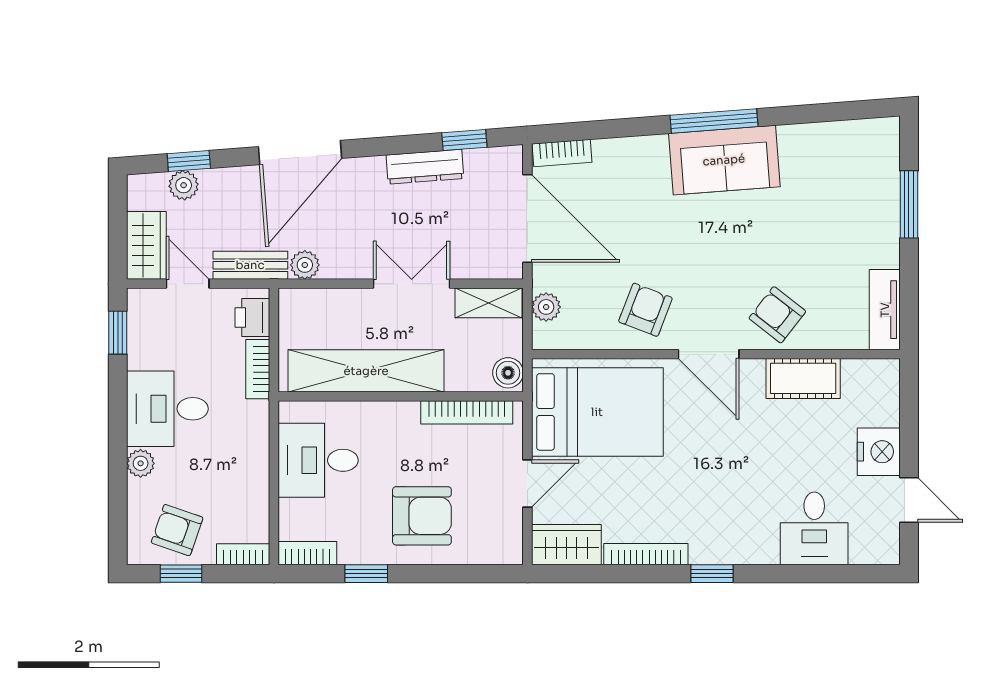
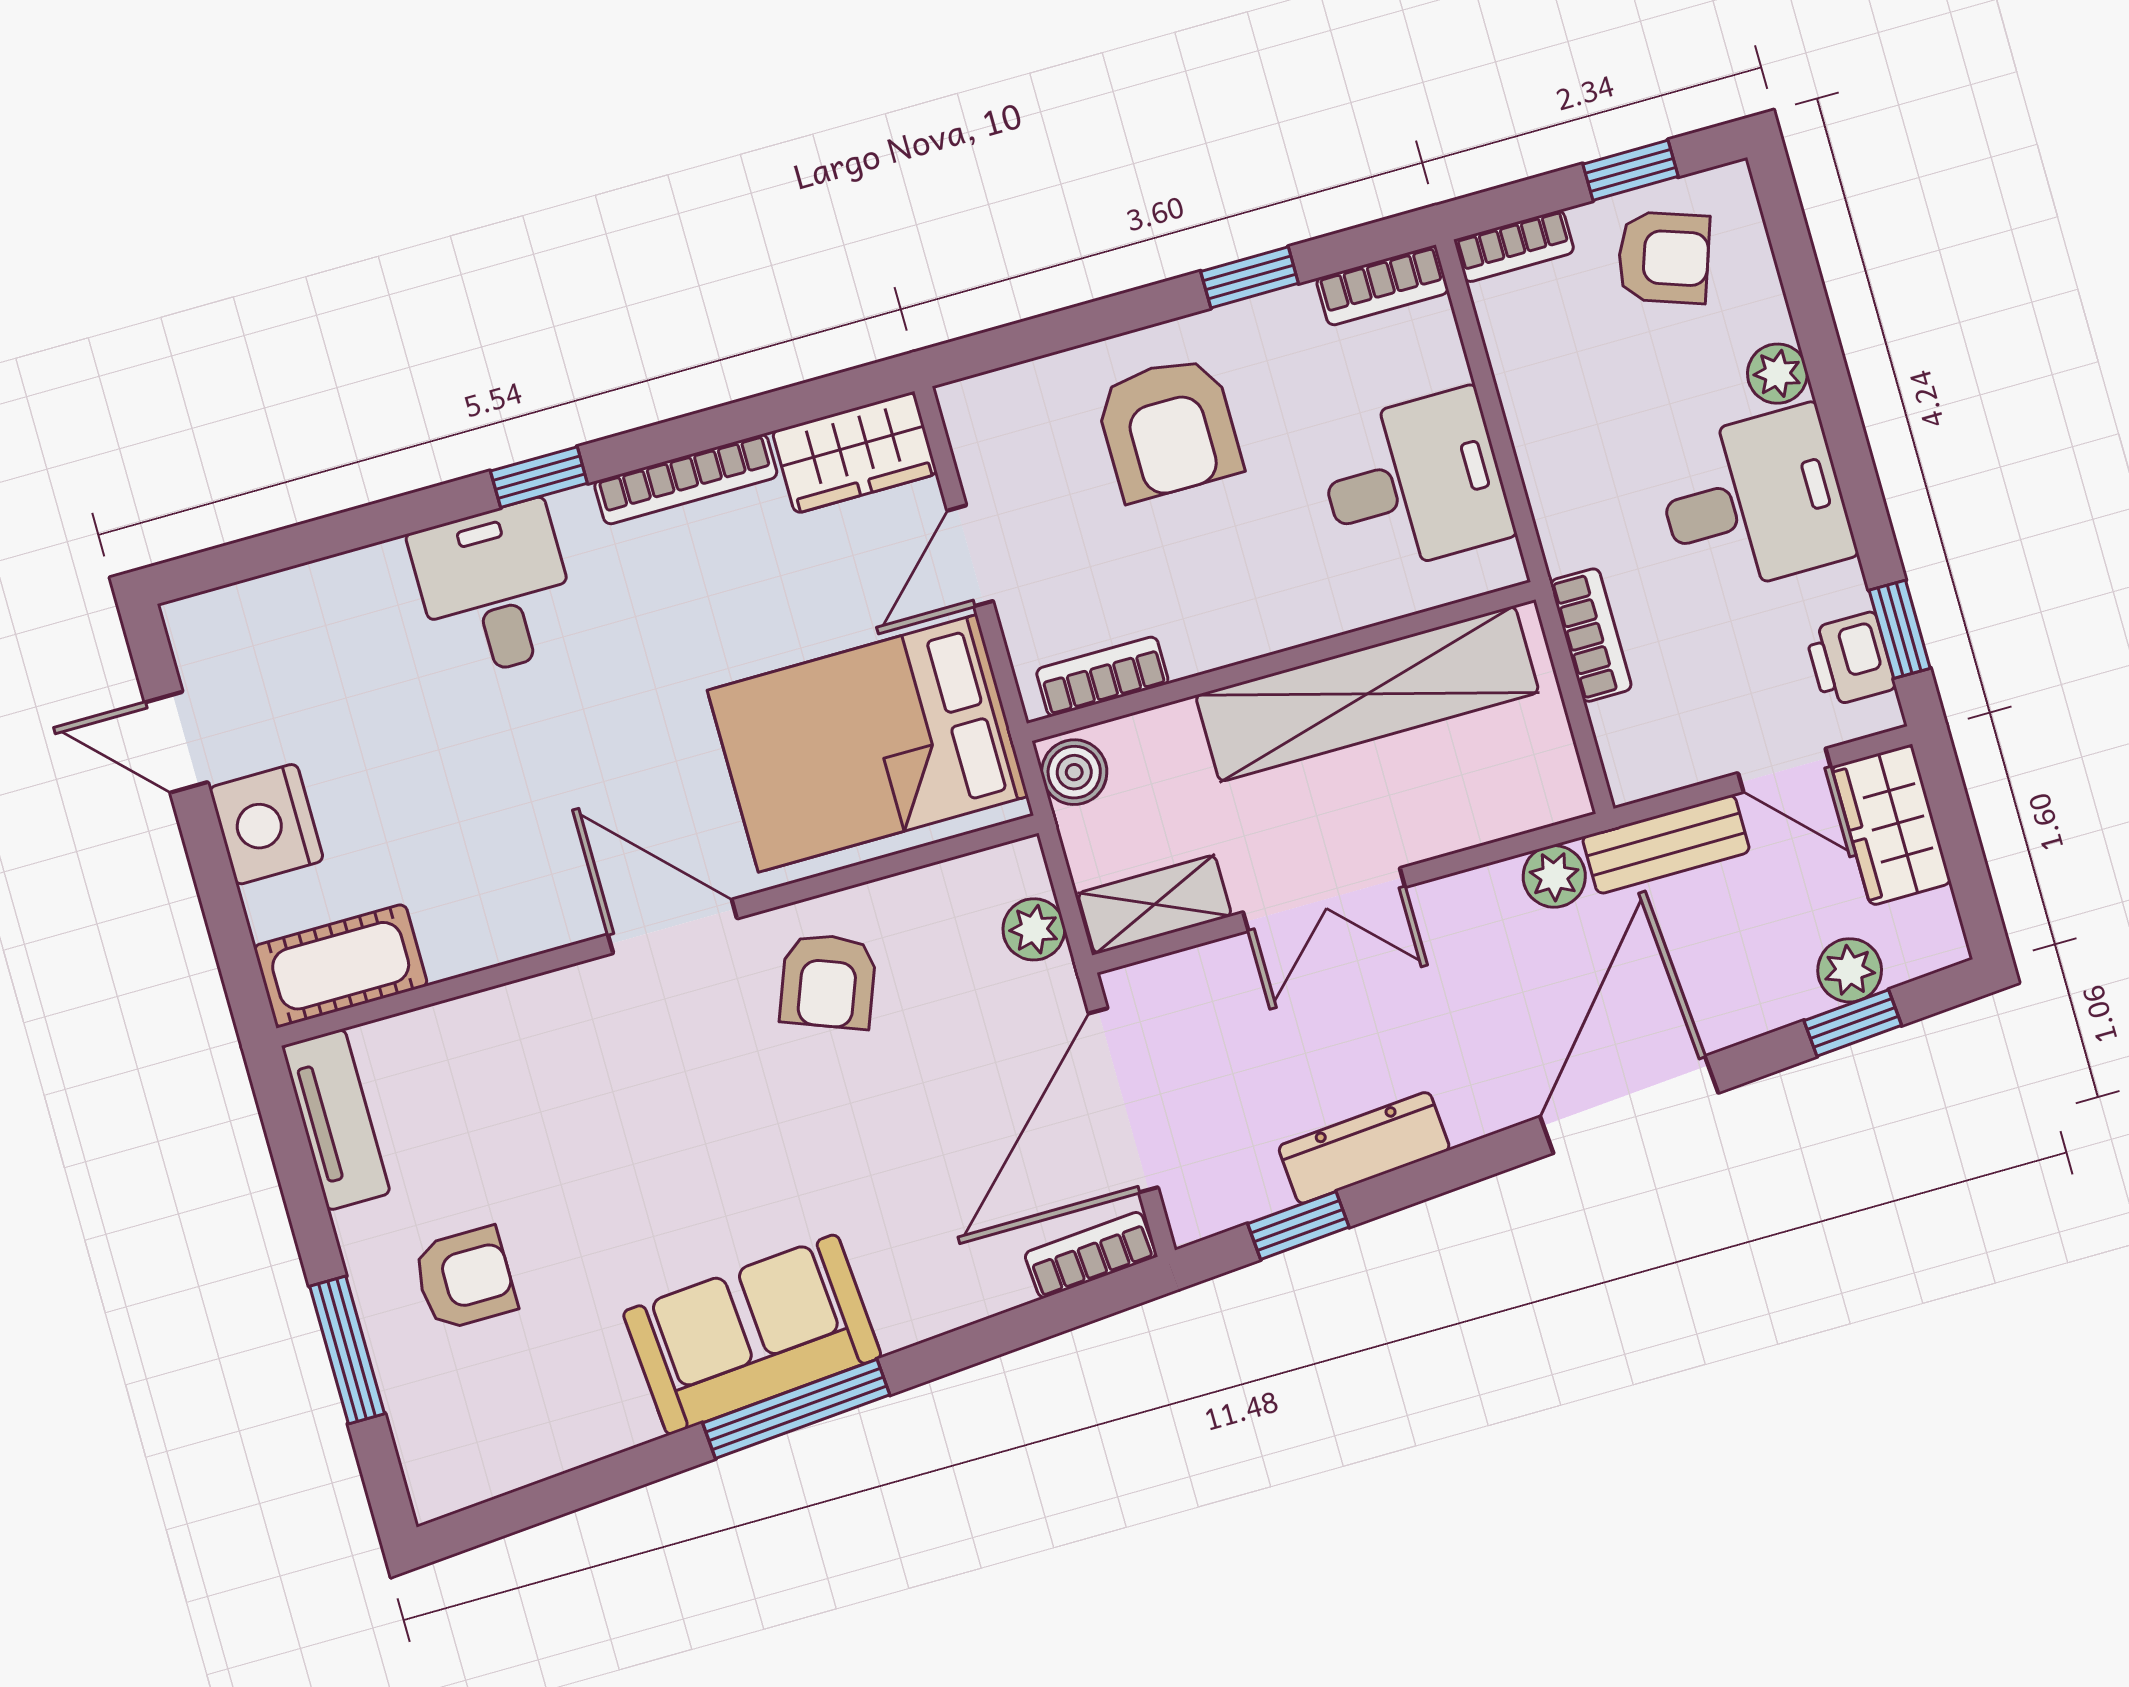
door: (527, 219) -> (1123, 1100), hinge flipped
armchair: (777, 315) -> (465, 1278), moved, turned -38
printer: (252, 318) -> (1850, 659), moved, turned 180
cot: (803, 378) -> (341, 966), moved
bookcase: (467, 412) -> (1102, 676), width x0.64
armchair: (422, 516) -> (1168, 428), turned -90
desk: (814, 528) -> (495, 590), moved

